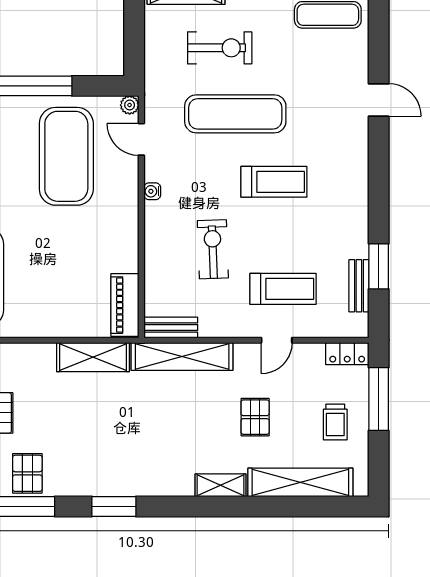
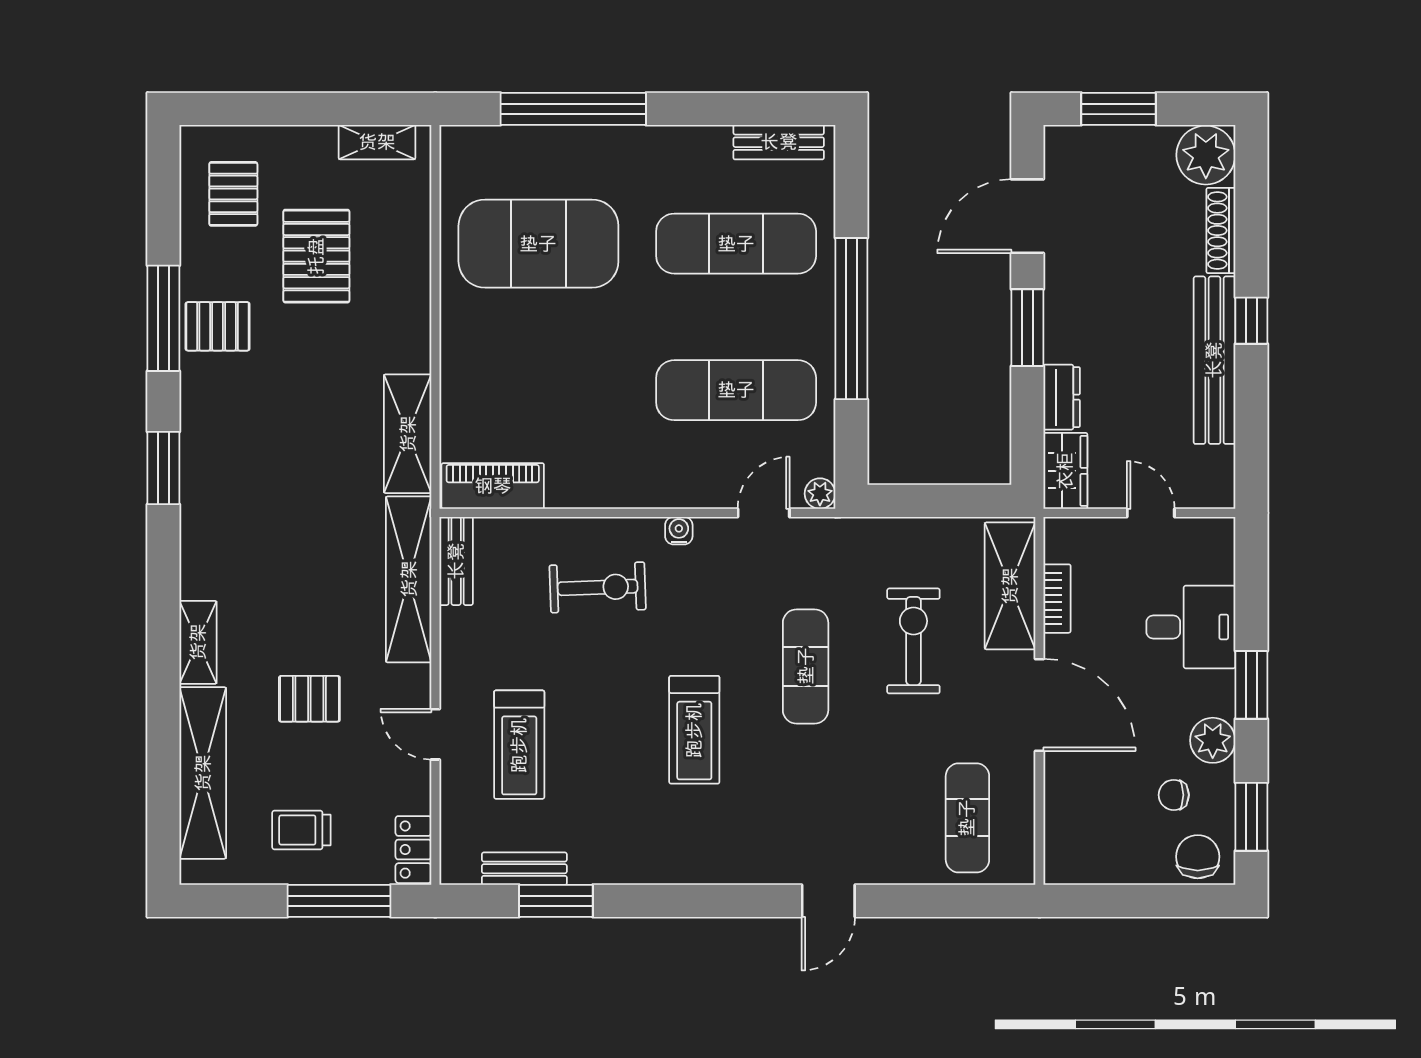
exercise bike: (220, 48) -> (913, 641), turned 180
exercise mat: (235, 114) -> (806, 666), width x0.73, depth x0.69
exercise mat: (66, 156) -> (736, 390), width x0.68
exercise bike: (213, 249) -> (598, 587), moved

